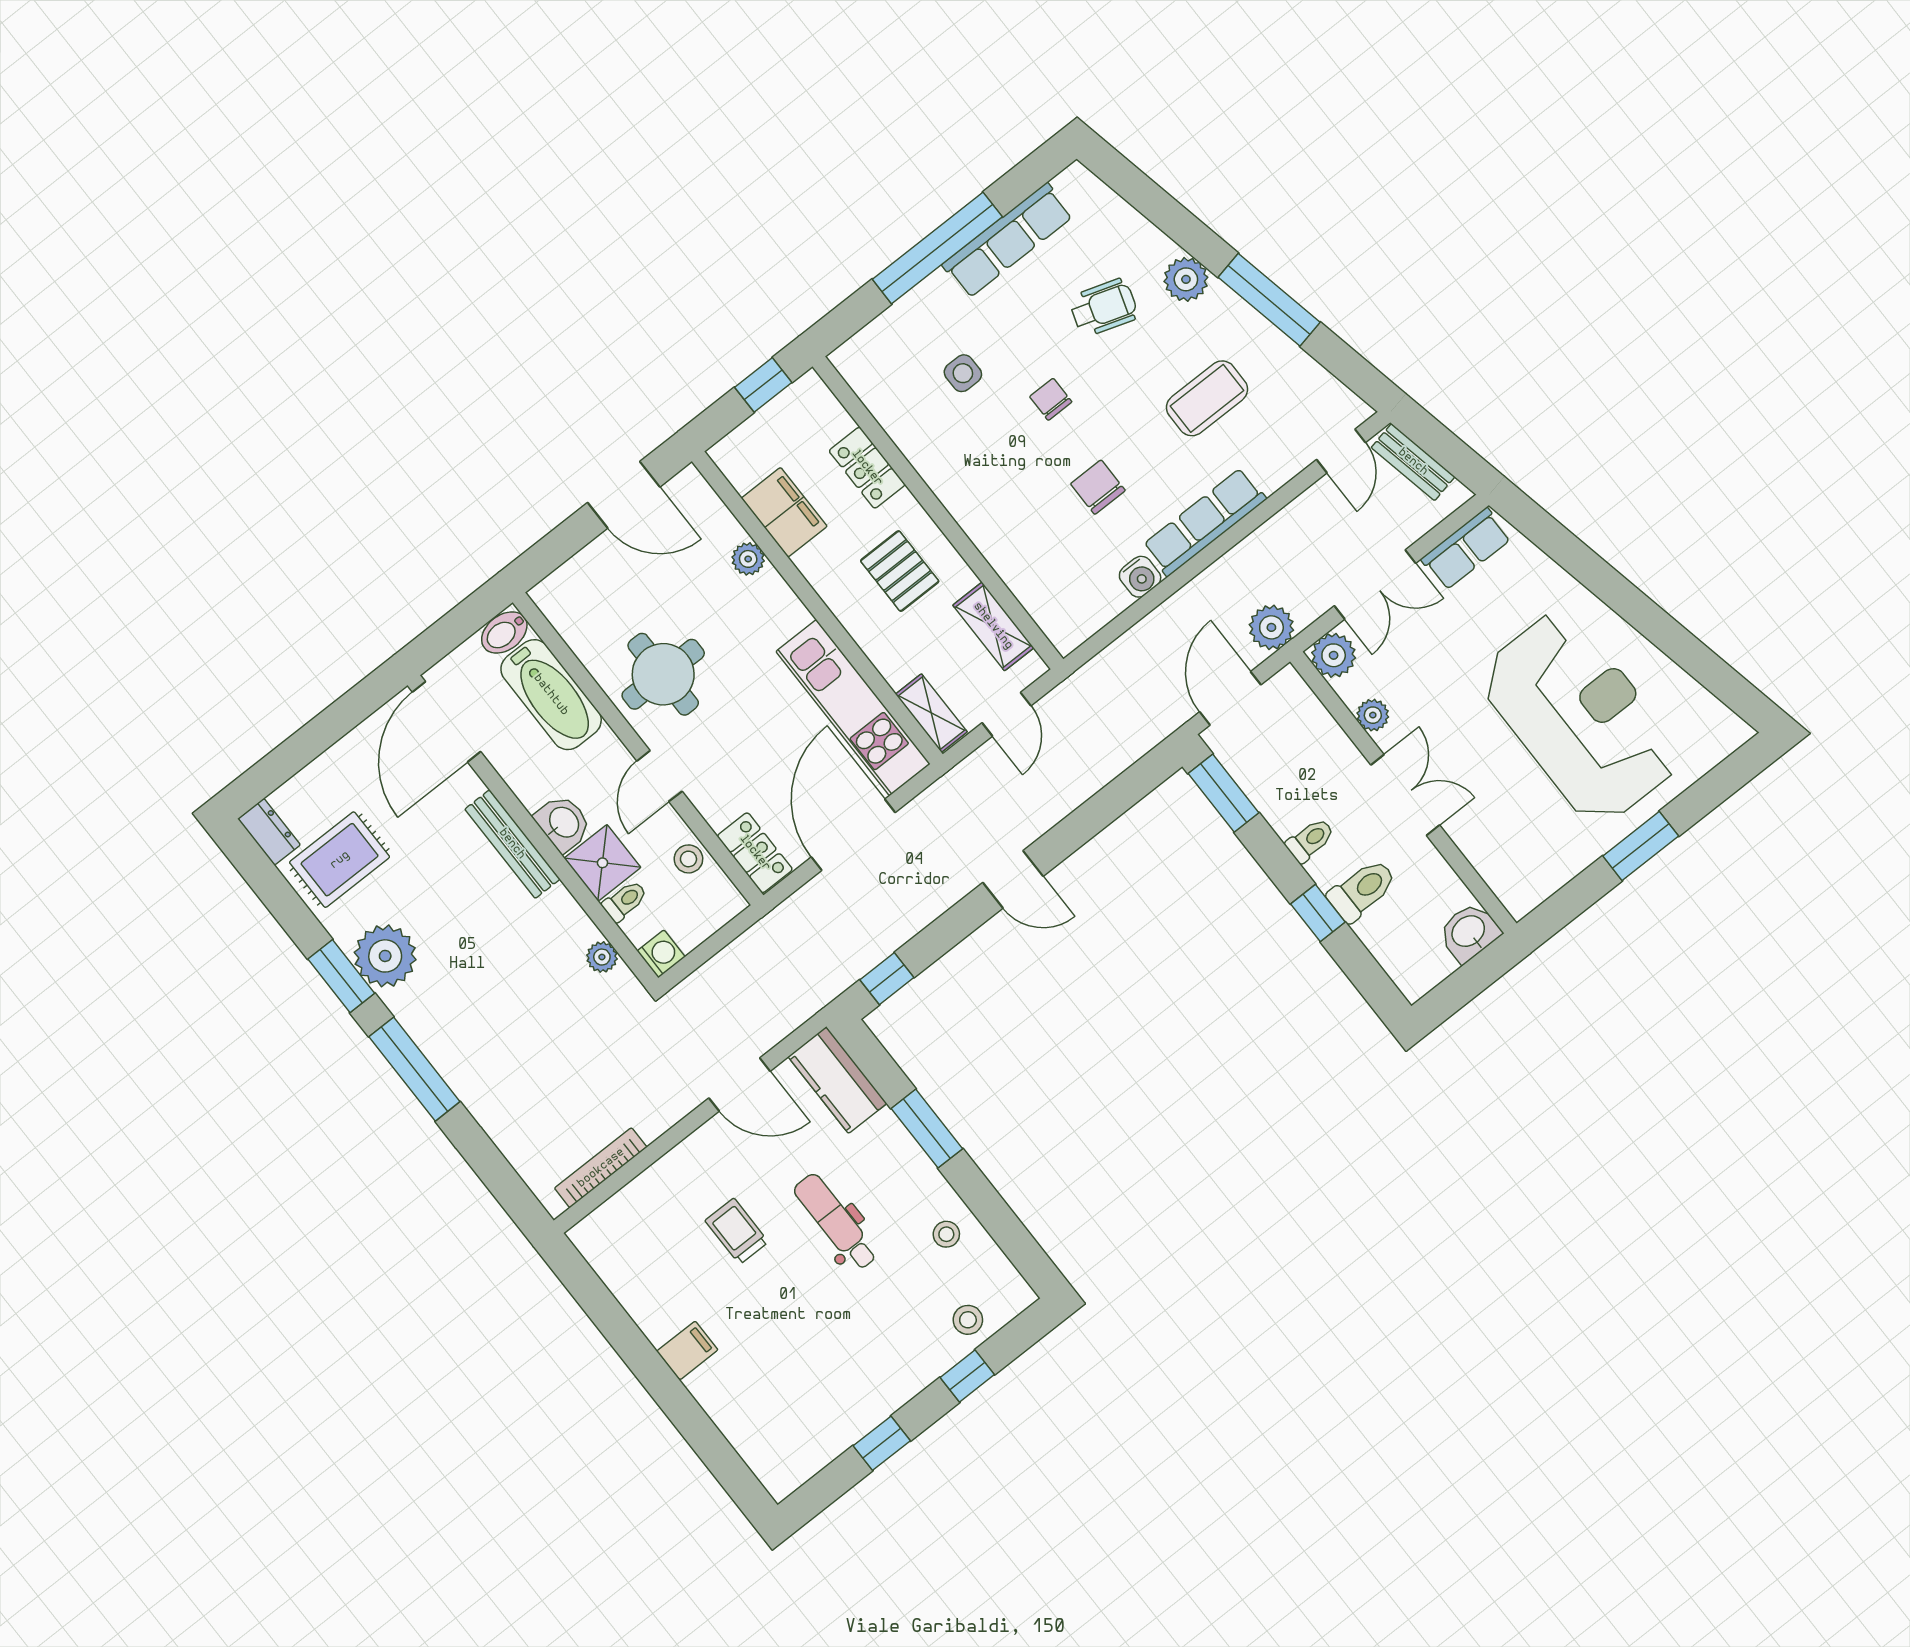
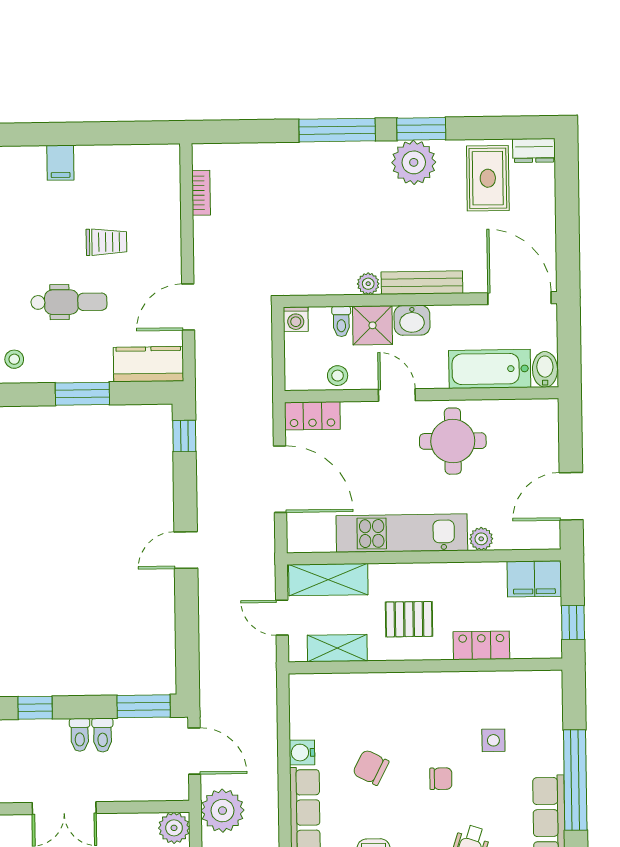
chair: (1098, 487) -> (371, 767), turned -153
filing cabinet: (784, 512) -> (534, 579), moved
plant: (1271, 627) -> (222, 811), width x1.36, depth x1.36
kitchen unit: (853, 708) -> (402, 533), moved
shelving: (931, 713) -> (328, 580), width x1.50, depth x1.33
plant: (1373, 715) -> (123, 824), removed
toilet: (1362, 890) -> (103, 735), moved, width x0.73, depth x0.72
plant: (602, 957) -> (368, 284), moved
bookcase: (601, 1168) -> (201, 193), width x0.64

